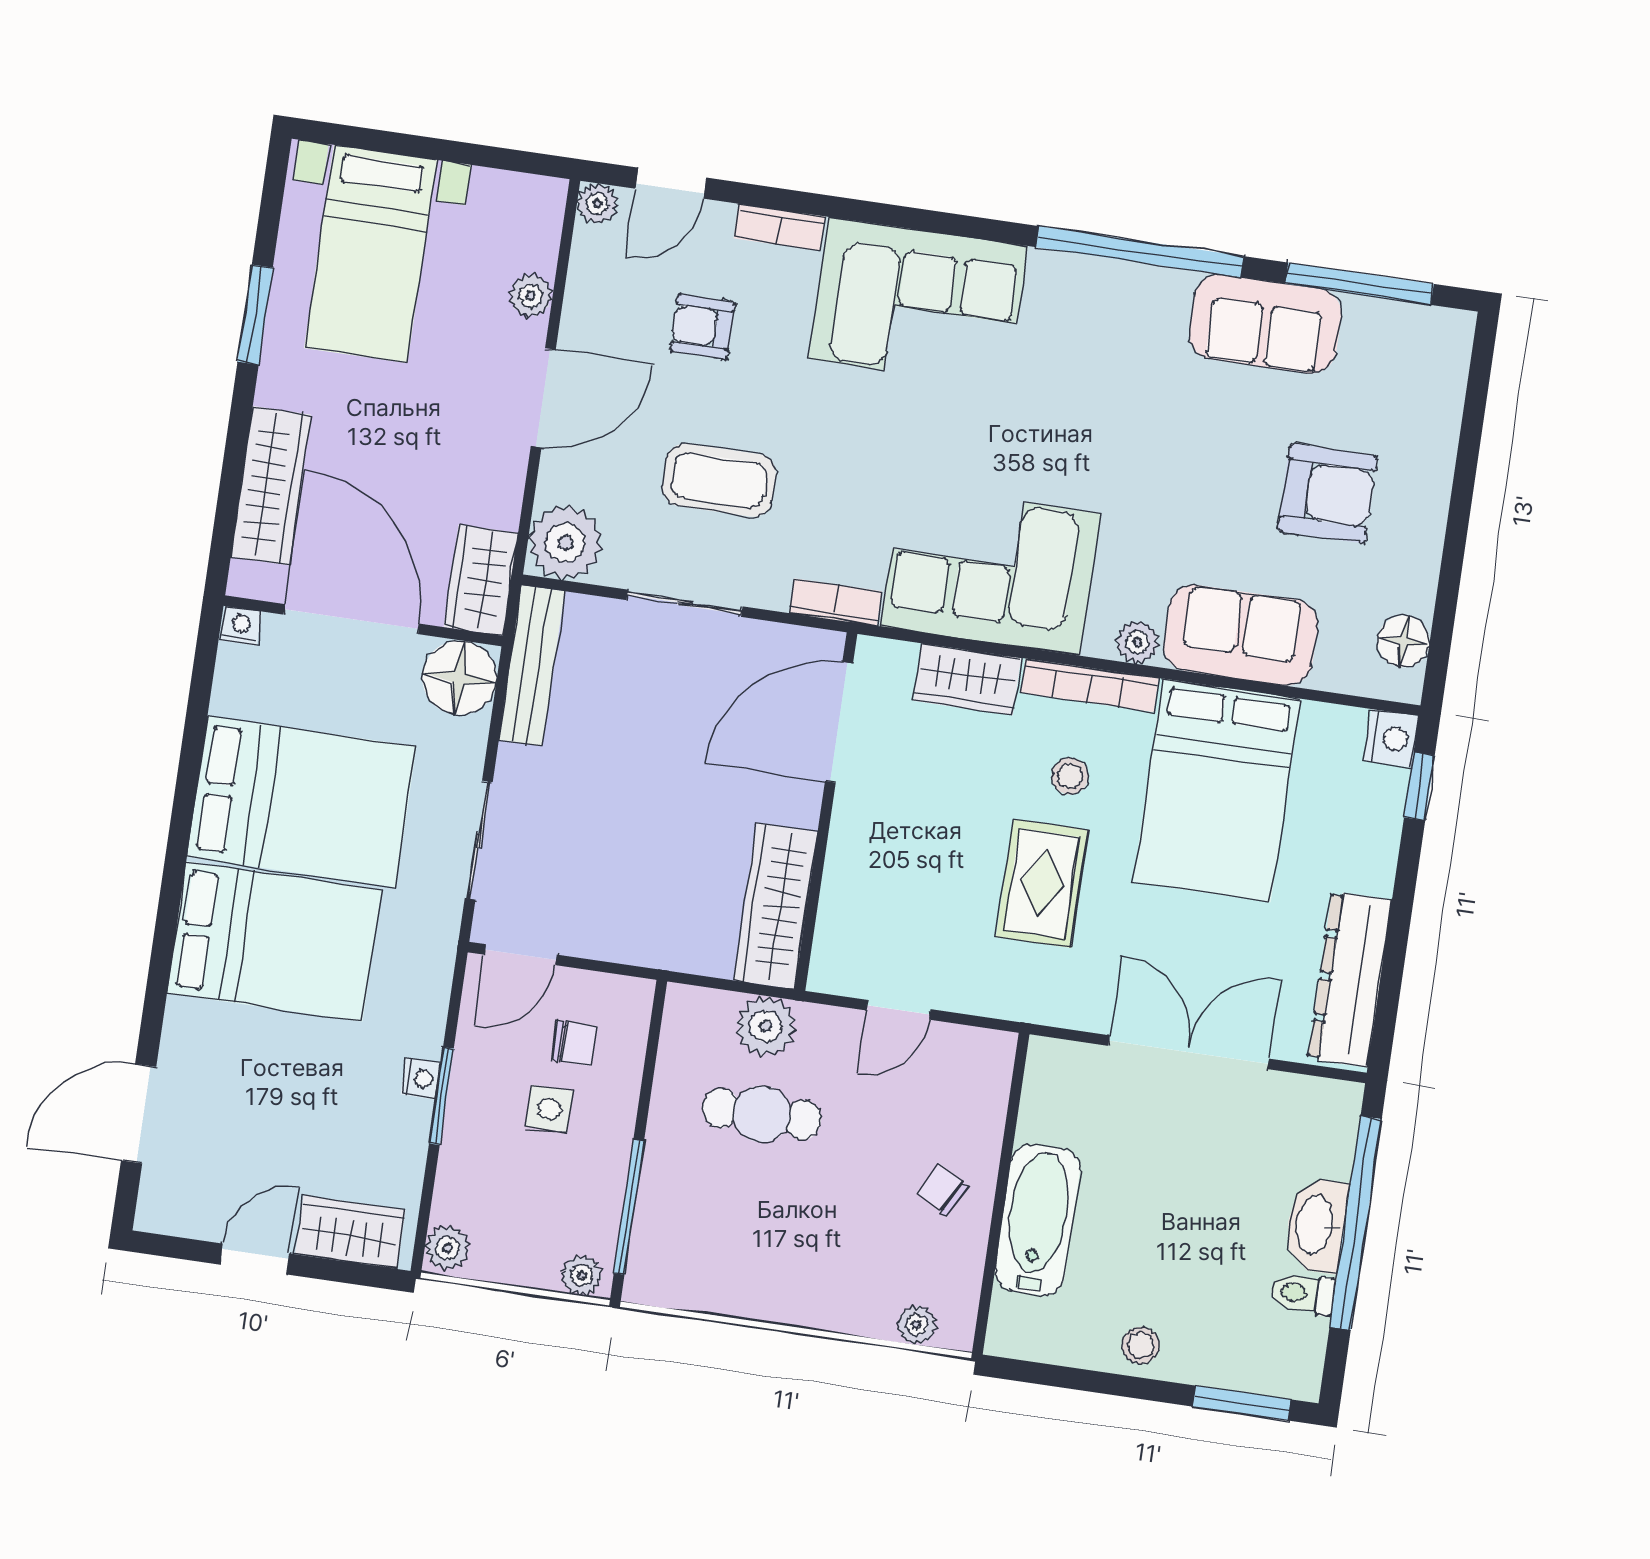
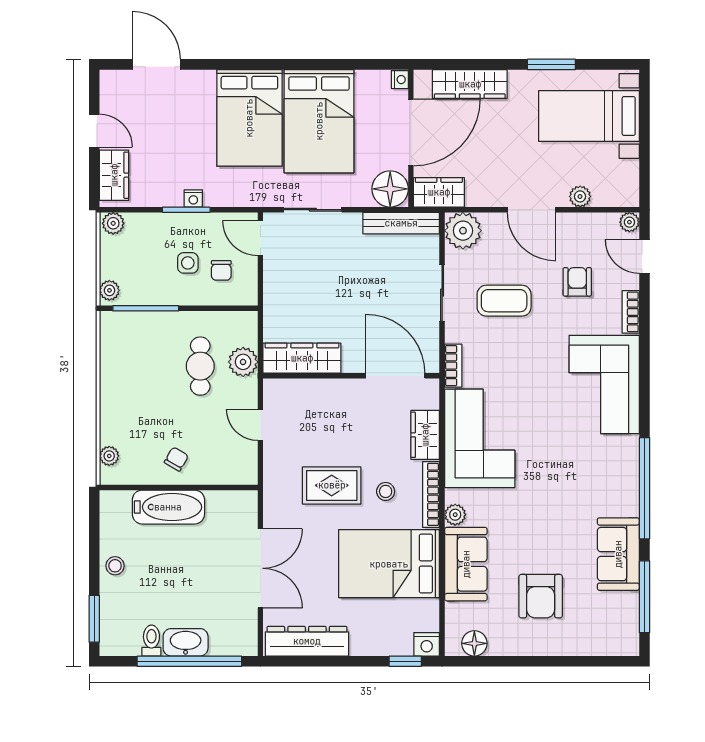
coffee table: (719, 480) -> (504, 301), turned 90

